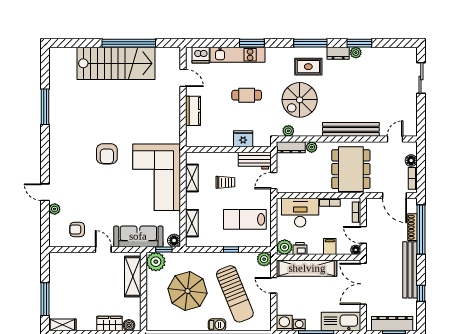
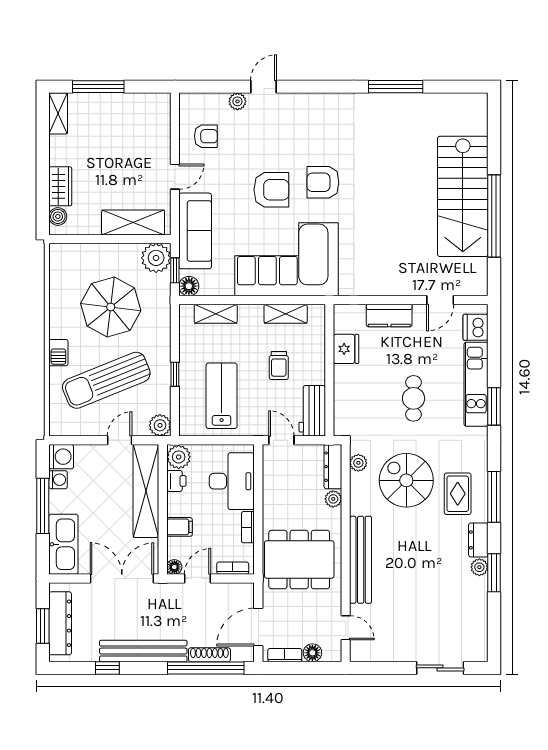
fridge: (243, 139) -> (346, 349), moved
armchair: (112, 187) -> (271, 190), added
armchair: (77, 229) -> (206, 136), turned 90

